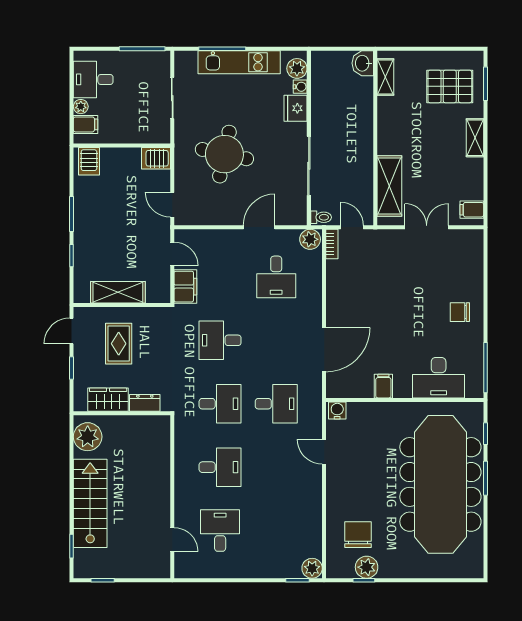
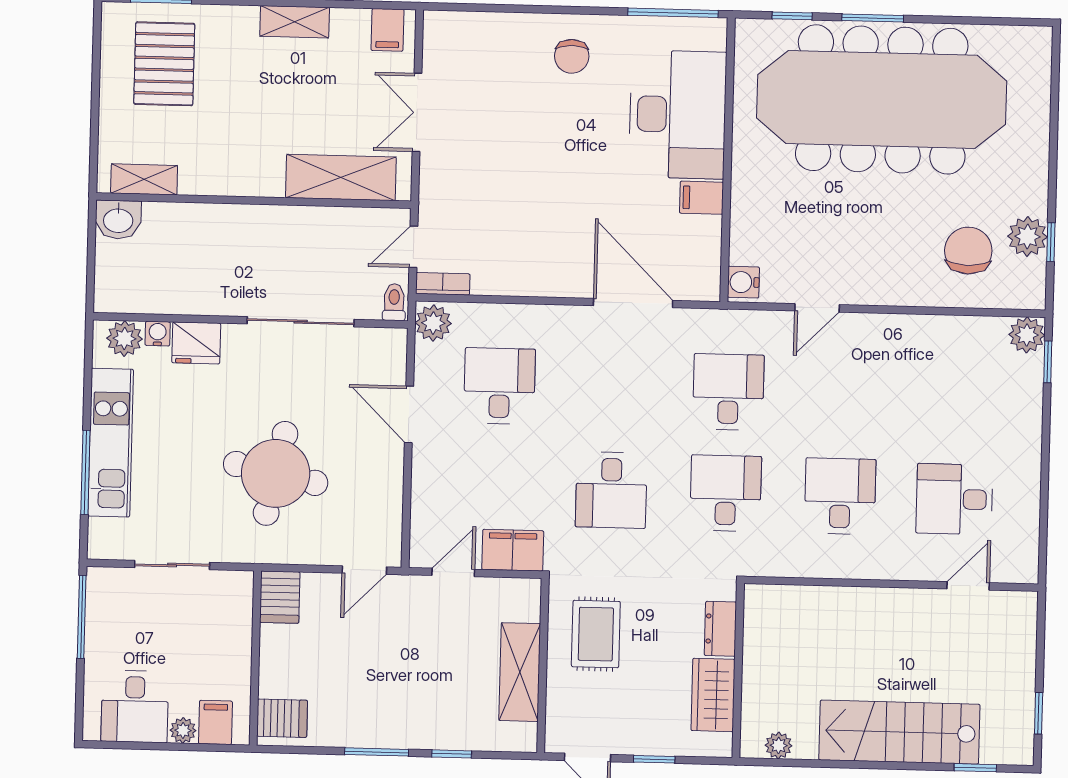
shelving: (475, 138) -> (295, 22), moved
desk: (276, 277) -> (499, 386), turned -90
rug: (119, 344) -> (596, 634), moved, turned 90
desk: (439, 378) -> (678, 114), width x1.36, depth x1.30
plant: (88, 437) -> (779, 745), width x0.53, depth x0.53
chair: (358, 535) -> (968, 251), turned 90

